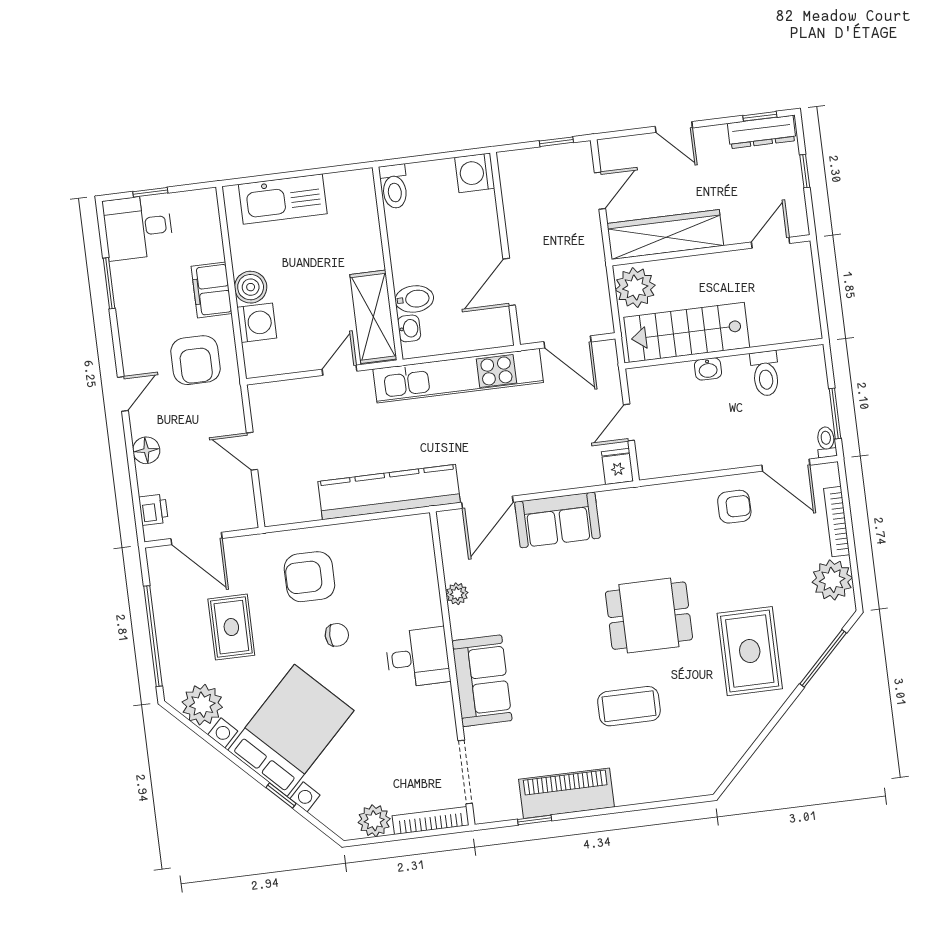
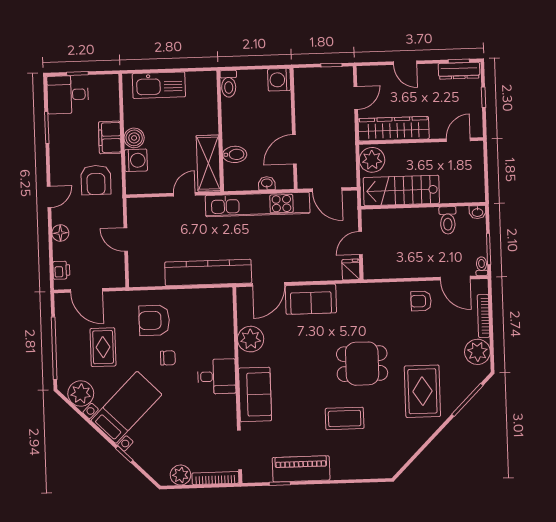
washbasin: (409, 328) -> (267, 183), moved, turned -90
washbasin: (708, 369) -> (477, 212), moved
armchair: (734, 507) -> (421, 301), turned 180
plant: (457, 594) -> (251, 339), width x1.88, depth x1.88
bed with nightstands: (291, 730) -> (126, 407), width x0.73

